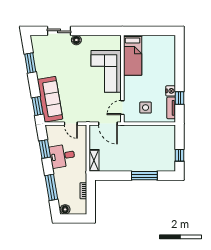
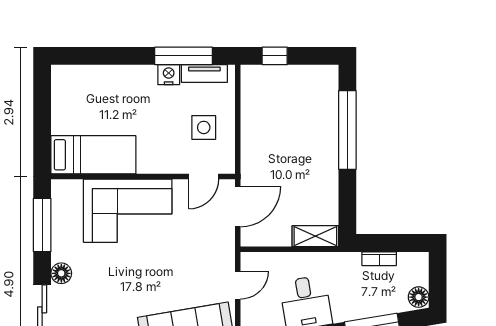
window: (99, 31) -> (42, 225), added
window: (180, 98) -> (184, 56), width x2.17
door: (122, 108) -> (204, 176), hinge flipped
window: (180, 155) -> (275, 56), moved
window: (144, 176) -> (347, 130), width x1.46

